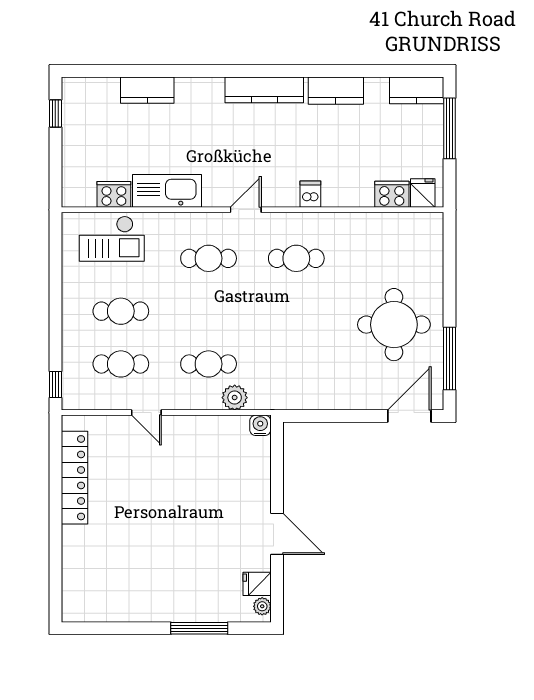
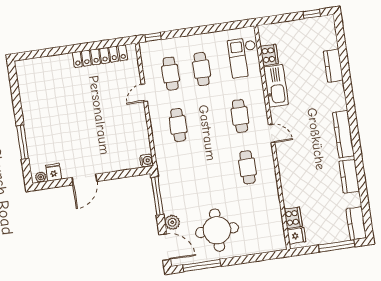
dishwasher: (310, 194) -> (286, 170), removed
plant: (235, 398) -> (172, 222), moved
window: (322, 416) -> (157, 196), added

